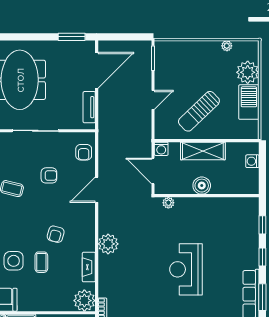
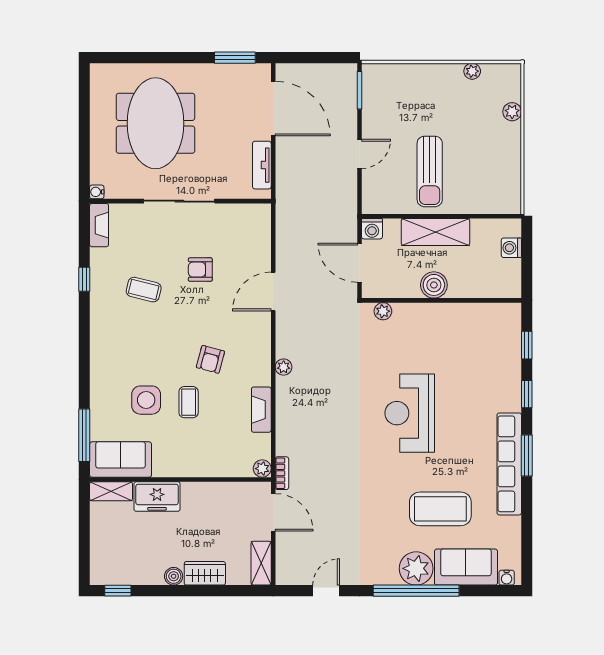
door: (97, 70) -> (273, 109), hinge flipped
plant: (248, 72) -> (512, 112), width x0.53, depth x0.53
barbecue: (249, 102) -> (506, 157), removed
sun lounger: (199, 111) -> (430, 171), turned -46
armchair: (84, 152) -> (253, 234), removed
armchair: (49, 175) -> (200, 270), turned 180
plant: (108, 244) -> (284, 367), width x0.53, depth x0.53
plant: (84, 301) -> (262, 469), width x0.53, depth x0.53

